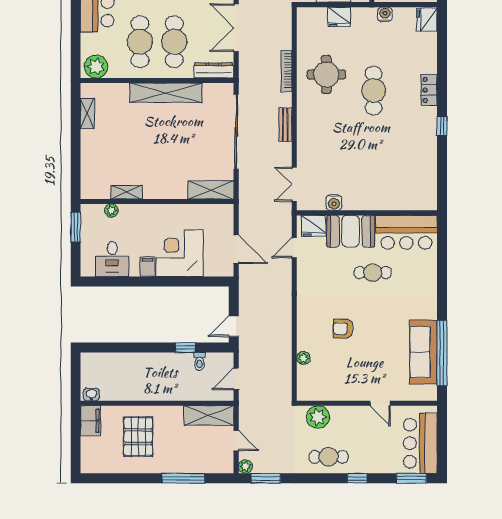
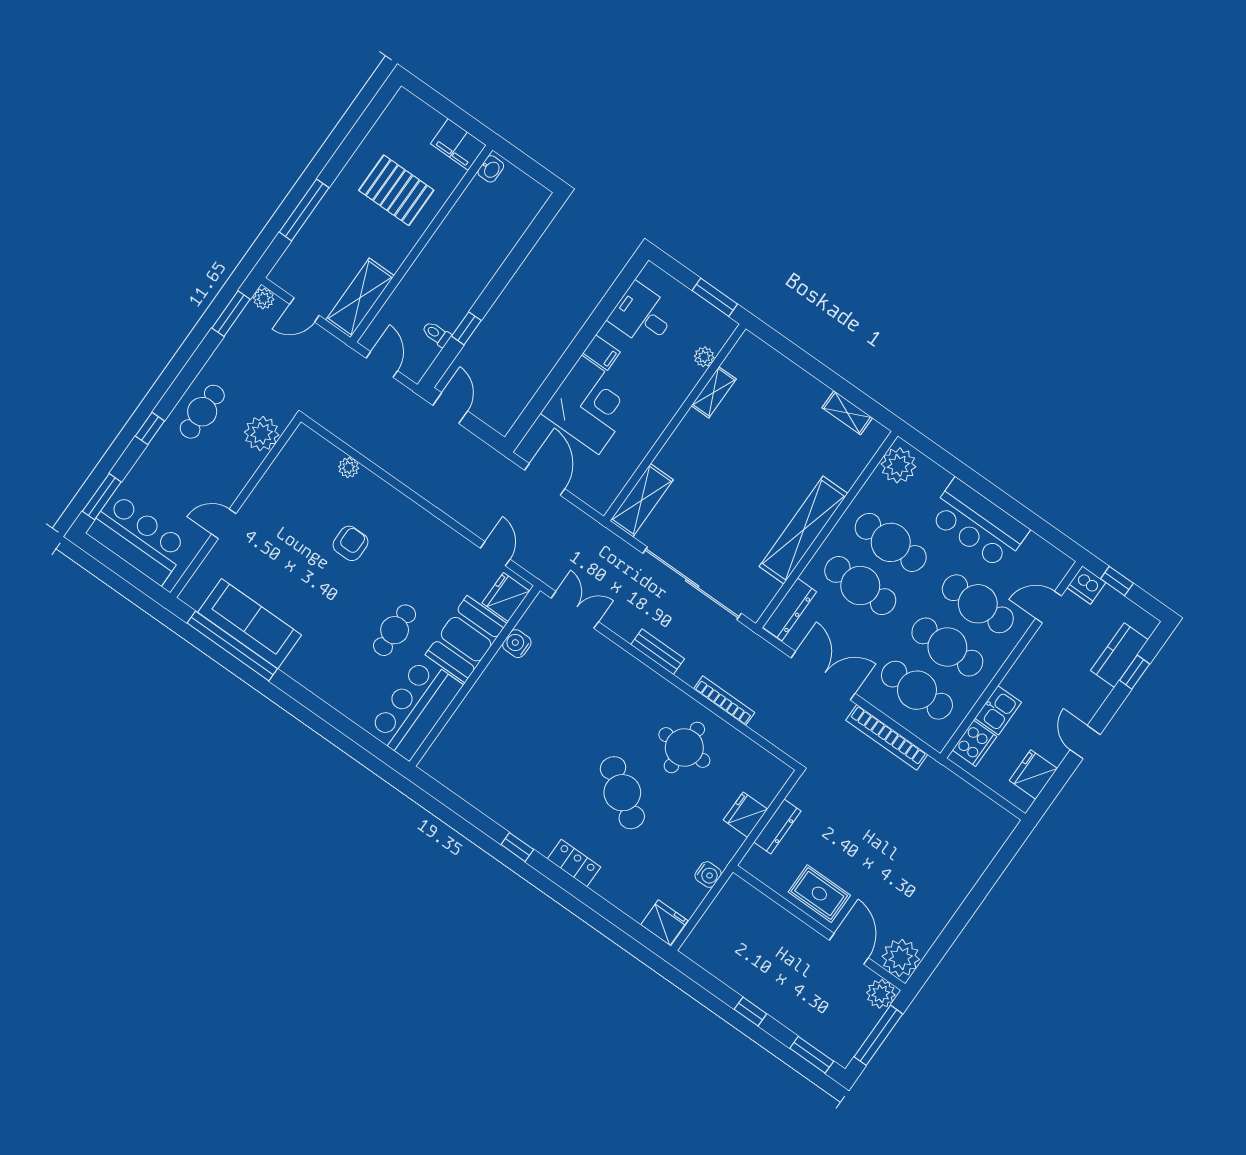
cafe table: (374, 91) -> (622, 793), turned 34
door: (236, 249) -> (545, 479), swing flipped

